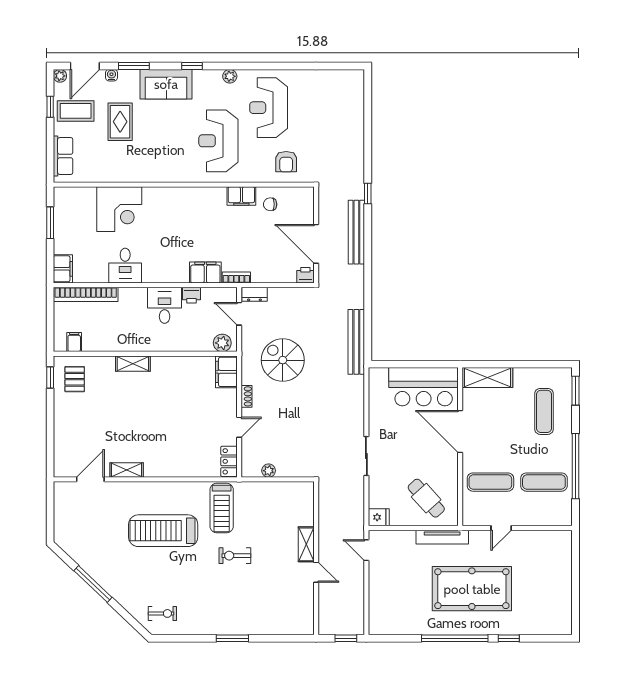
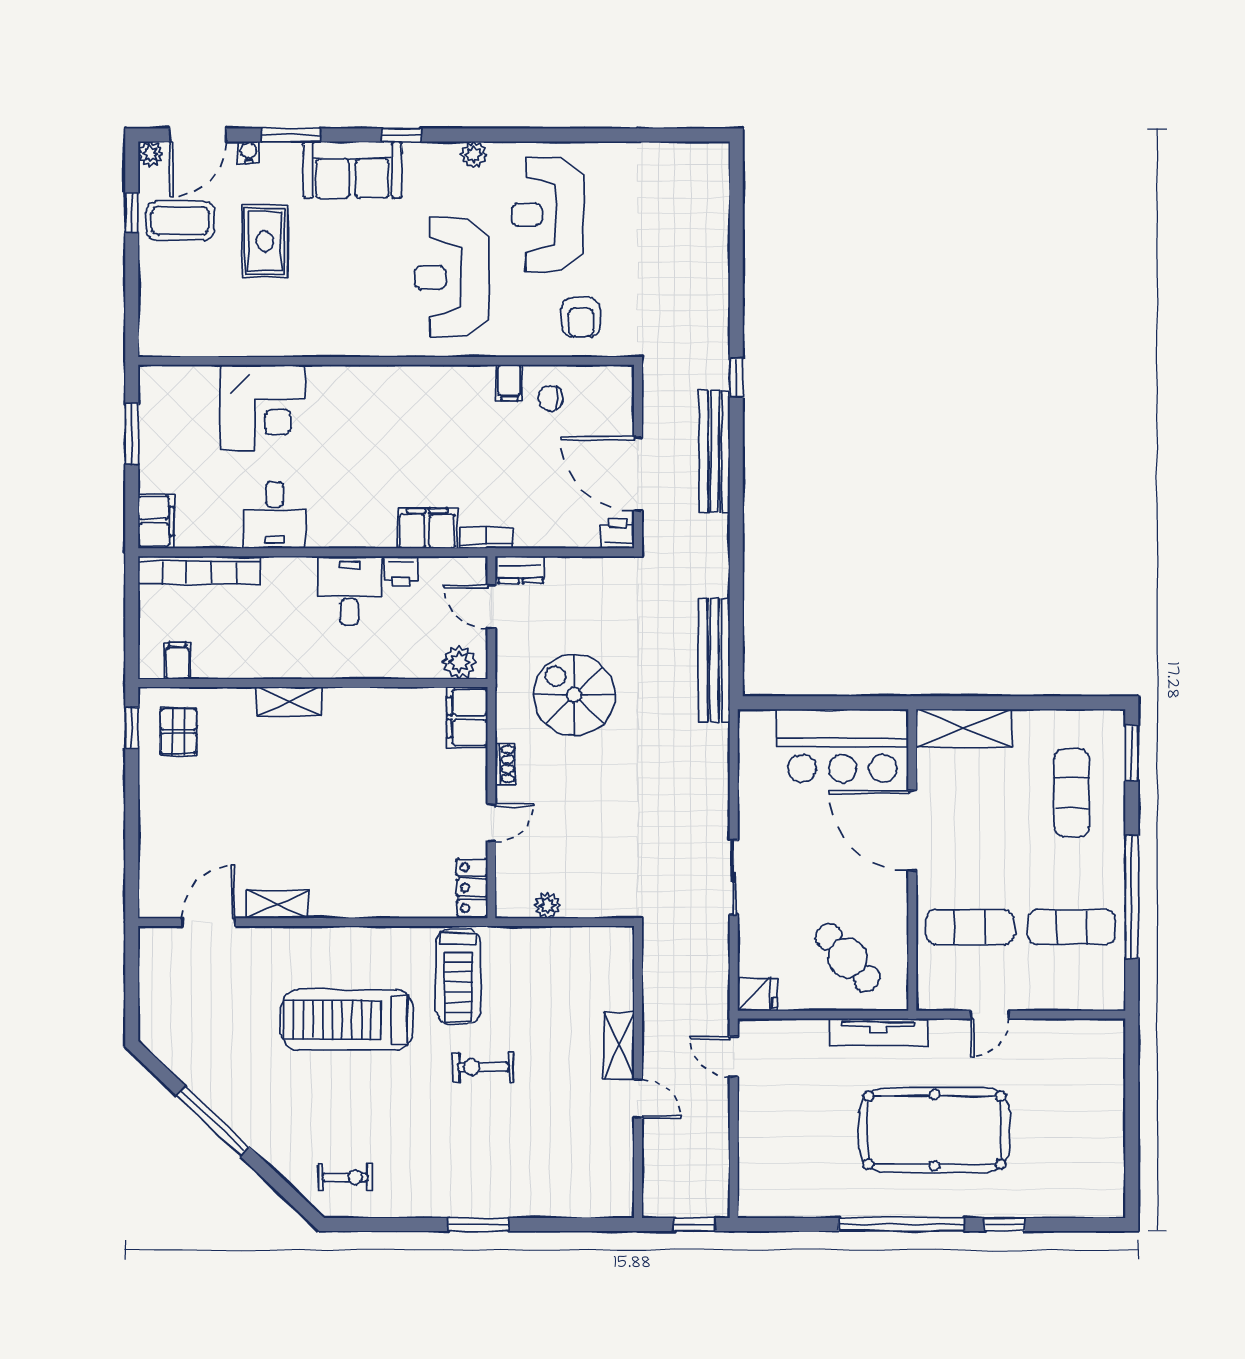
row of seats: (63, 156) -> (156, 307), removed
filing cabinet: (241, 196) -> (509, 383), width x0.50

